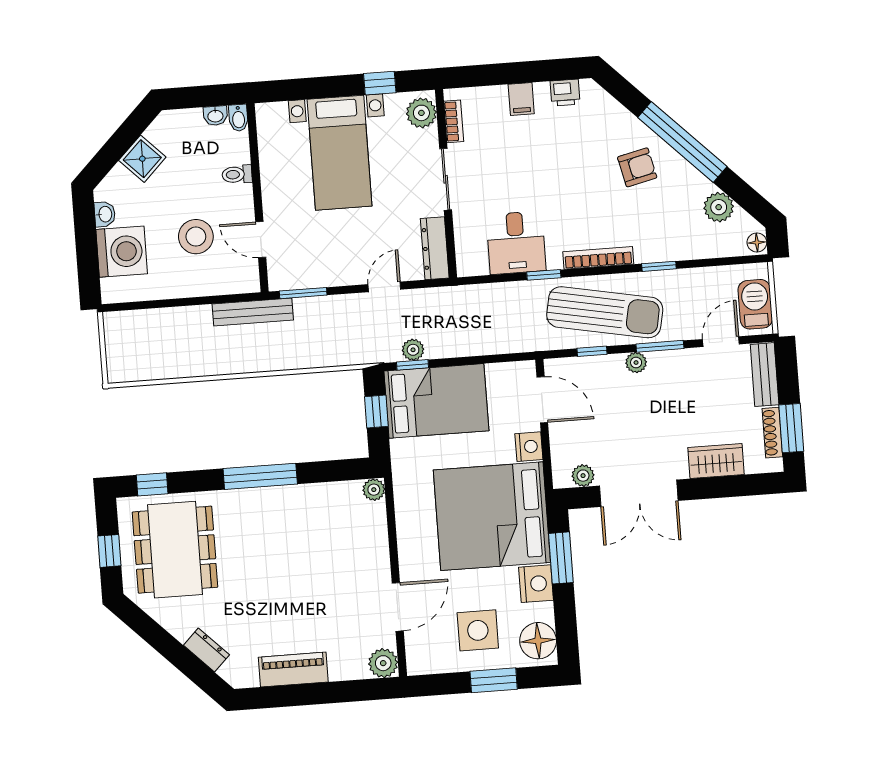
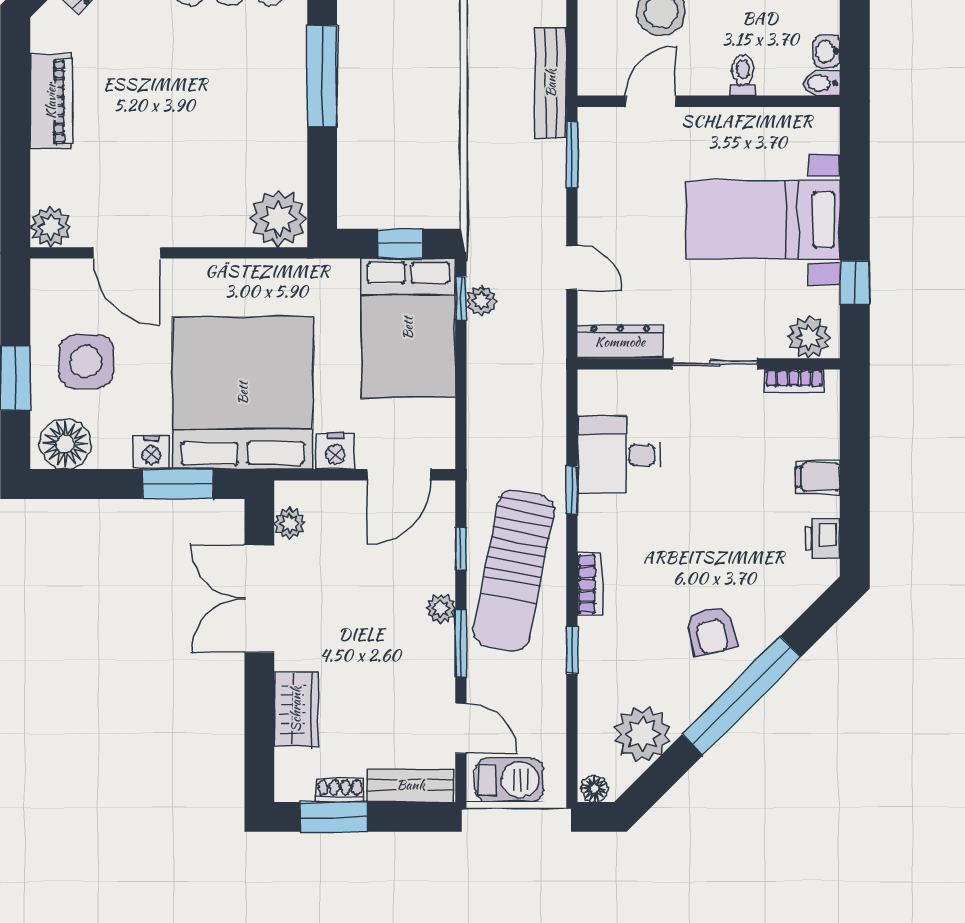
plant: (719, 207) -> (642, 734), width x1.36, depth x1.36
bookcase: (598, 258) -> (590, 585), width x0.64
shoe rack: (772, 433) -> (340, 790), width x0.70
plant: (374, 490) -> (278, 218), width x1.88, depth x1.88
nightstand: (536, 584) -> (151, 452), width x0.74, depth x0.75

